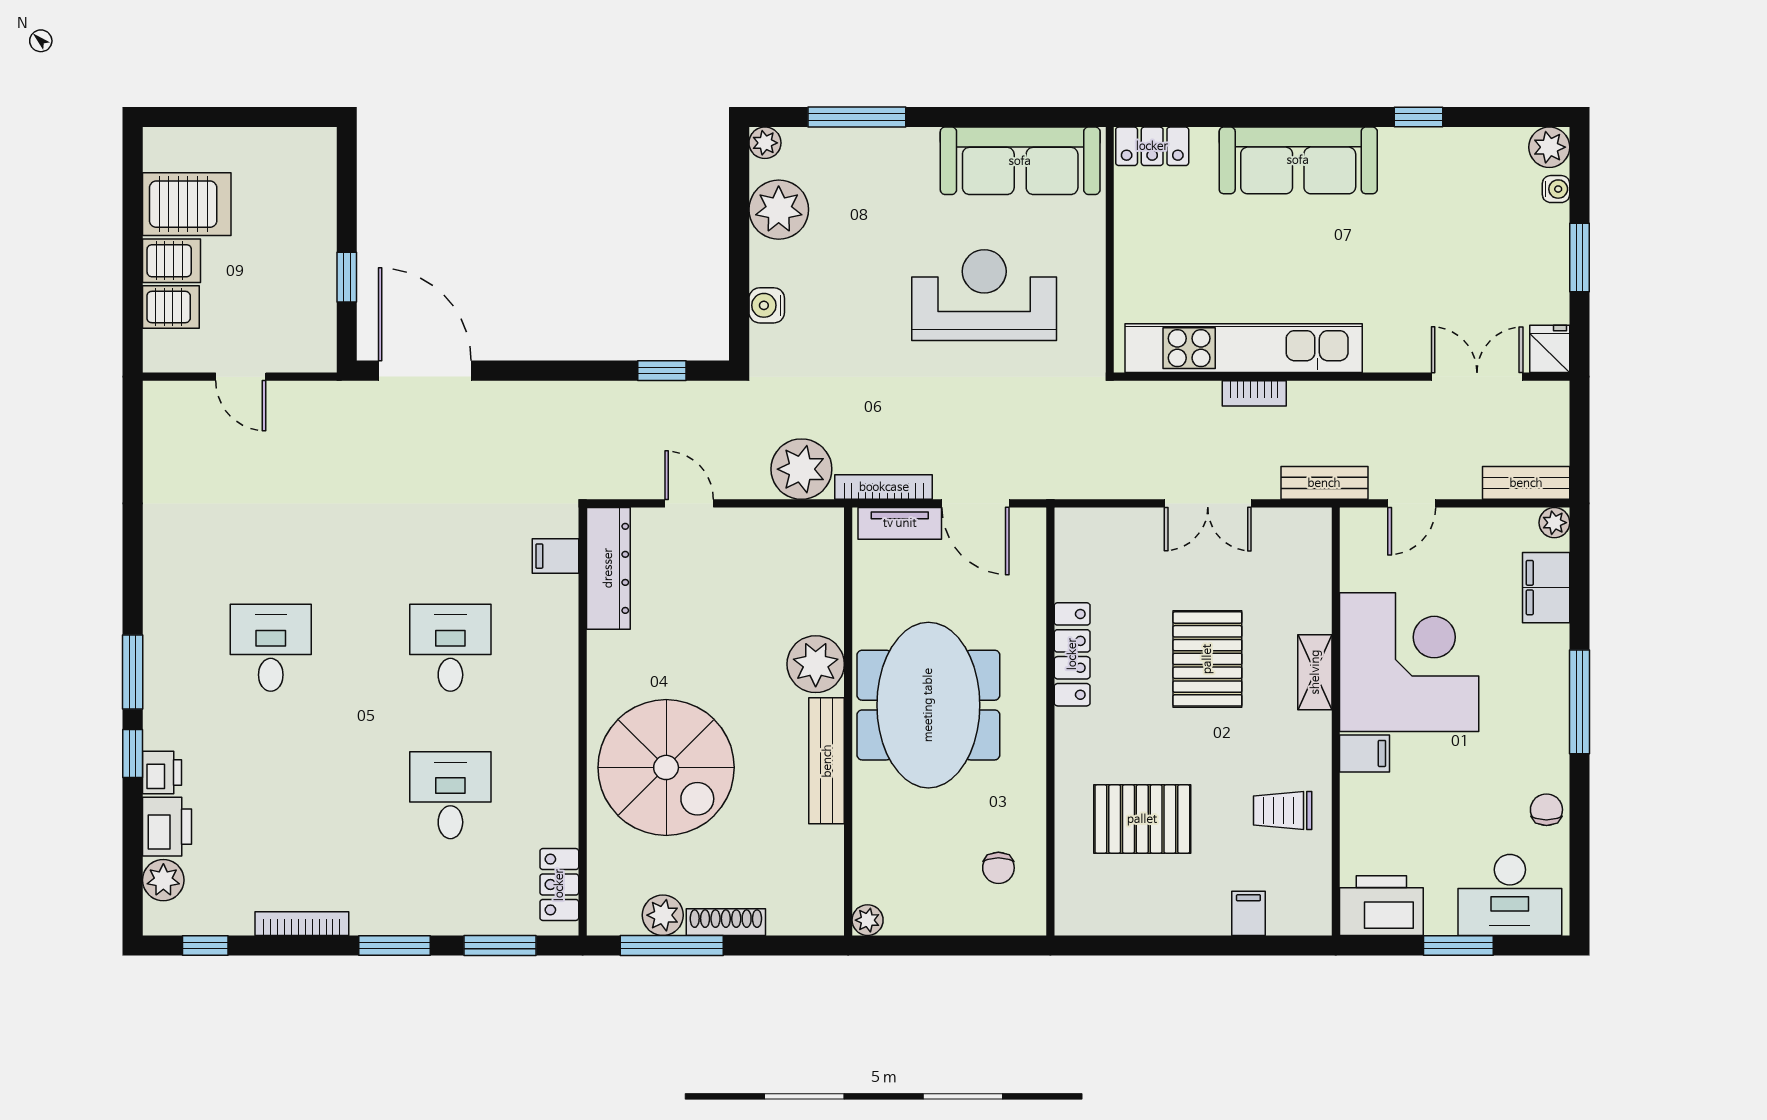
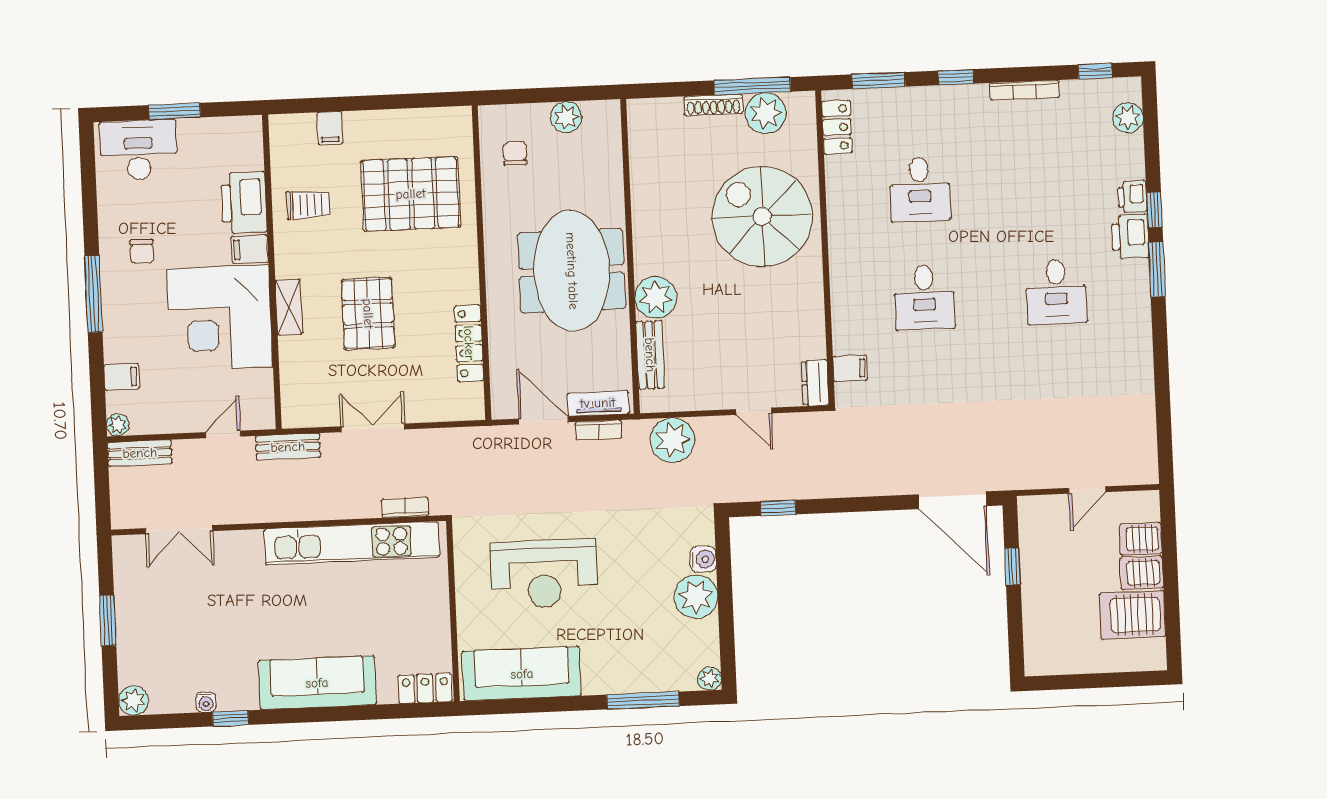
water cooler: (1556, 189) -> (206, 702), moved, turned -90
plant: (779, 210) -> (696, 597), moved
fridge: (1550, 349) -> (127, 552), removed
door: (241, 377) -> (1087, 490), swing flipped
bookcase: (1254, 393) -> (405, 507), moved
bookcase: (884, 487) -> (599, 430), width x0.64
dresser: (608, 568) -> (815, 383), width x0.51, depth x0.80
filing cabinet: (1546, 588) -> (122, 377), width x0.50
locker: (1072, 654) -> (469, 343), moved
bench: (827, 761) -> (650, 355), moved, width x0.73
chair: (1546, 810) -> (142, 251), moved
pallet: (1142, 819) -> (411, 194), width x1.37, depth x1.41
printer: (167, 827) -> (1130, 237), moved
printer: (1381, 906) -> (244, 203), moved, turned 90
plant: (663, 915) -> (766, 113), width x1.36, depth x1.36
plant: (868, 920) -> (566, 117), moved, width x1.38, depth x1.38
window: (394, 945) -> (956, 77), width x0.67

